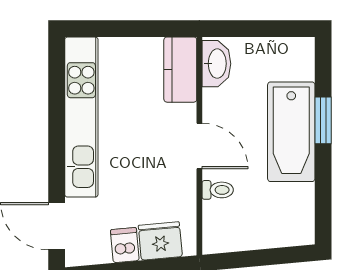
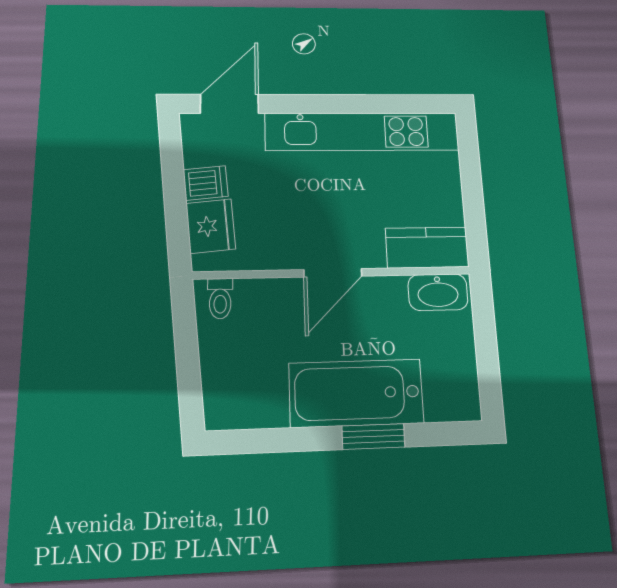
toilet: (218, 190) -> (220, 299), moved

